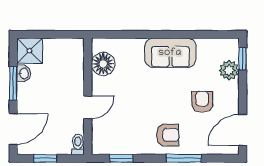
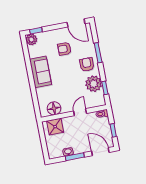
shower: (30, 51) -> (55, 127), moved
plant: (229, 70) -> (31, 40), moved
door: (88, 107) -> (80, 112), hinge flipped
plant: (132, 140) -> (94, 84), added

